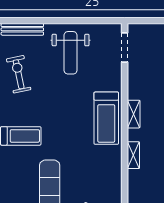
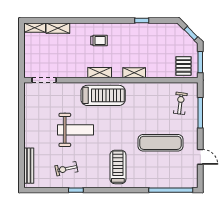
weight bench: (71, 53) -> (76, 130), moved
exercise bike: (19, 74) -> (66, 169), width x0.73, depth x0.72

